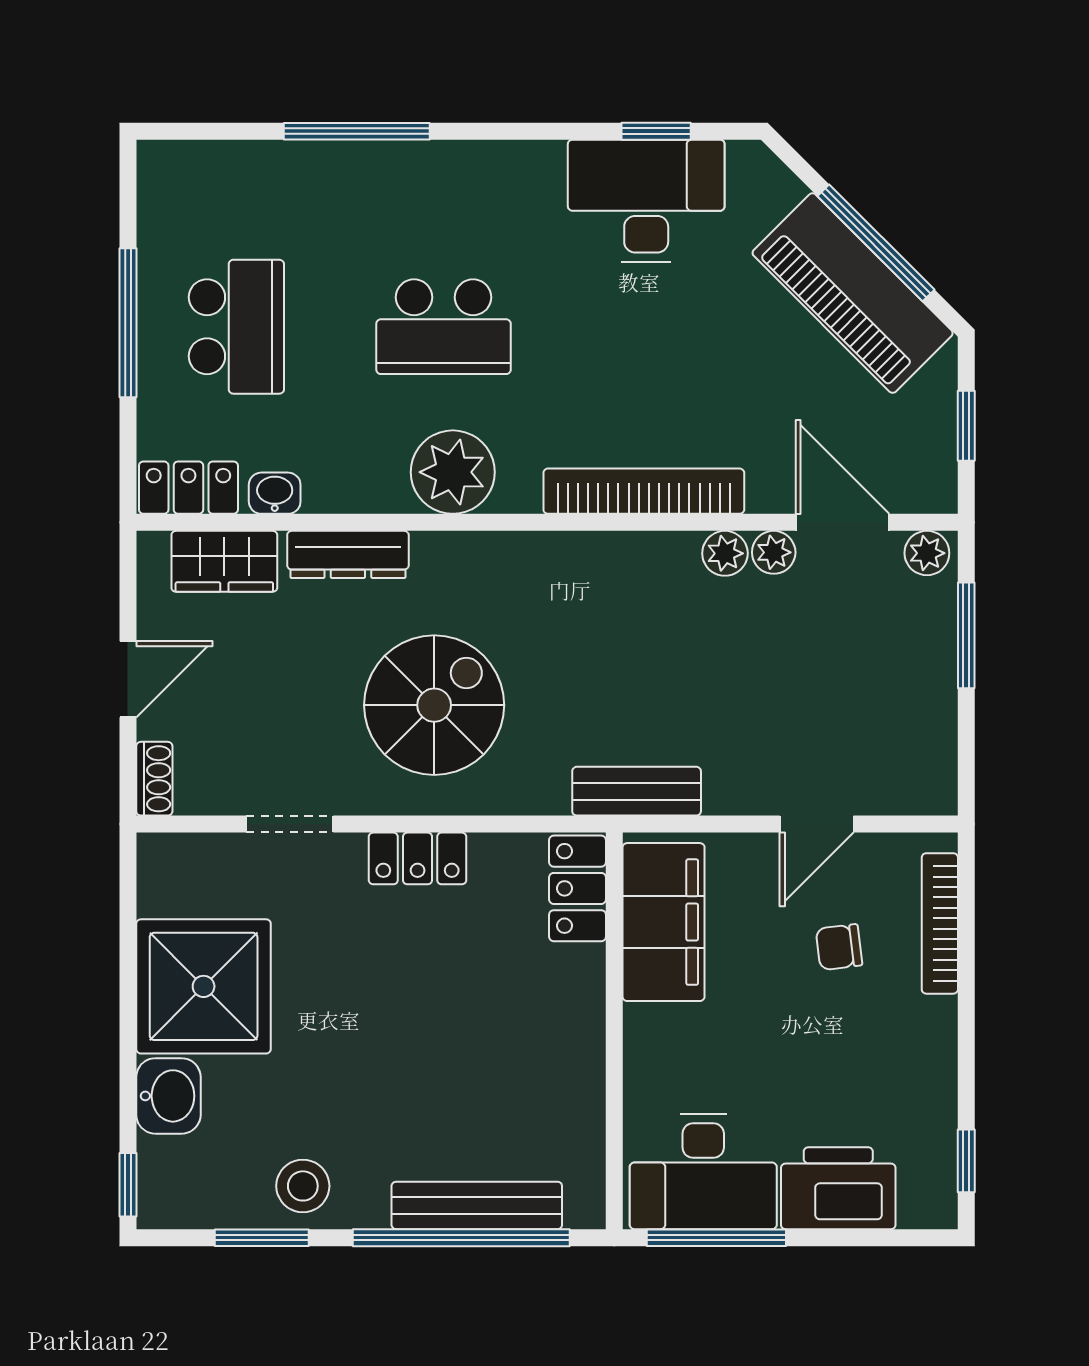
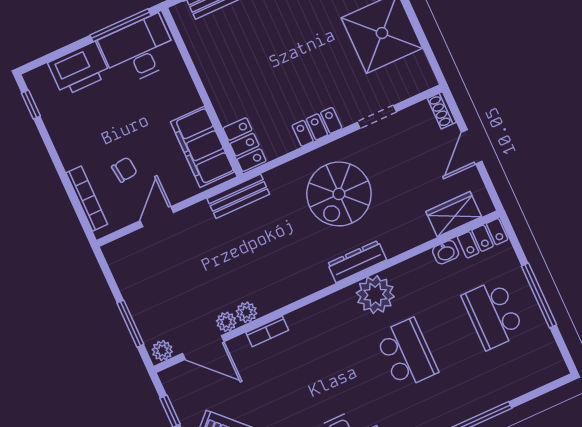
school desk: (444, 327) -> (407, 354), turned 90
bookcase: (644, 491) -> (267, 331), width x0.43, depth x0.76
dresser: (348, 554) -> (357, 262), moved

